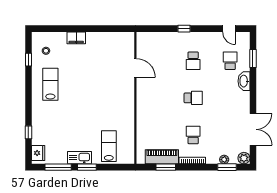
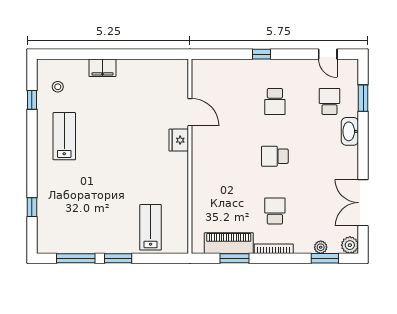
school desk: (193, 98) -> (275, 156), turned 180
double door: (253, 129) -> (363, 203), swing flipped
fridge: (38, 153) -> (179, 140), moved, turned 180
kitchen sink: (79, 158) -> (107, 244), removed

